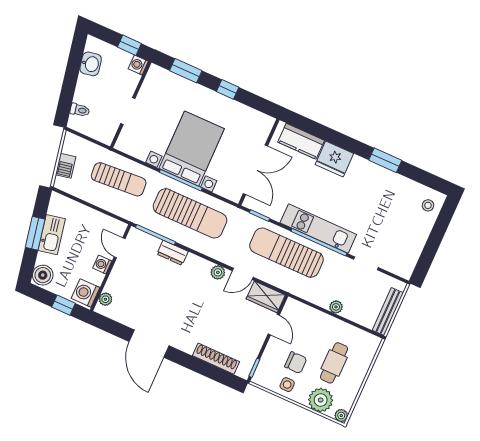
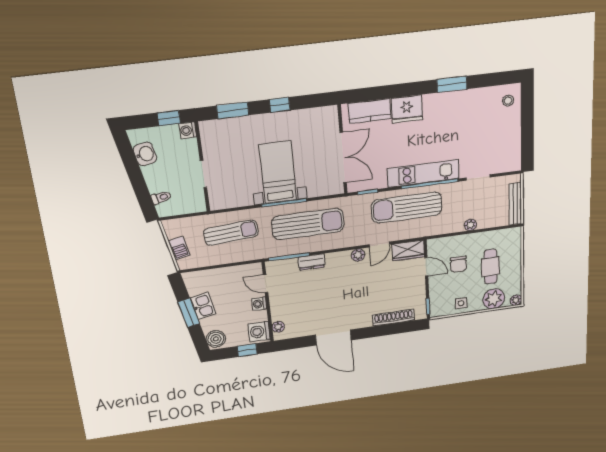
bed with nightstands: (192, 149) -> (278, 172), width x0.73
kitchen sink: (52, 235) -> (203, 306), width x0.73
chair: (296, 363) -> (458, 264), moved, turned 90

